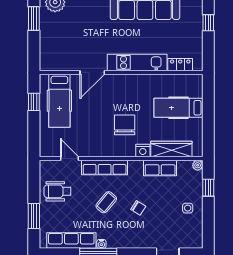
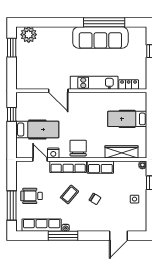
door: (92, 72) -> (58, 91), hinge flipped
hospital bed: (59, 101) -> (37, 129), moved, turned -90
chair: (125, 125) -> (78, 148), moved
nightstand: (143, 150) -> (53, 153), moved
row of seats: (160, 168) -> (100, 167), moved
wheelchair: (57, 191) -> (31, 196), moved
window: (34, 216) -> (12, 205), width x1.44

